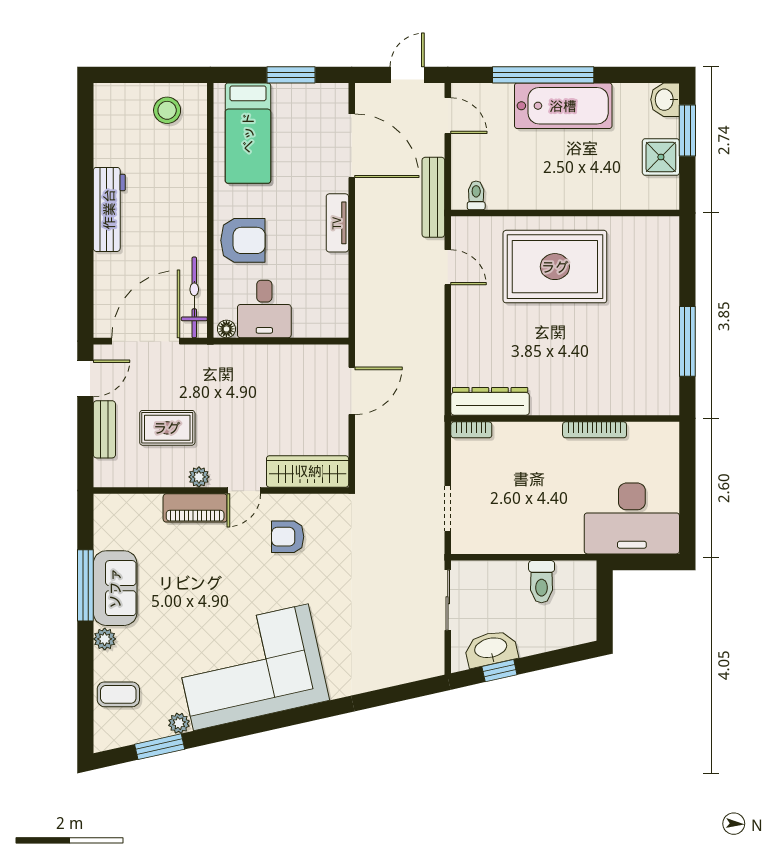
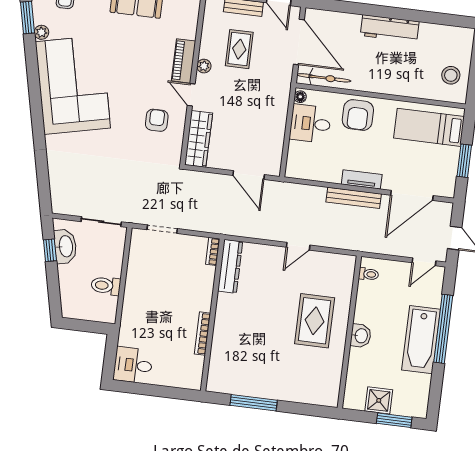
washbasin: (665, 100) -> (361, 336), moved, turned 90
bench: (433, 197) -> (354, 198), moved
door: (448, 267) -> (298, 246), moved
rug: (555, 267) -> (315, 321), width x0.73, depth x0.69
desk: (632, 518) -> (133, 365), width x0.53, depth x0.77

